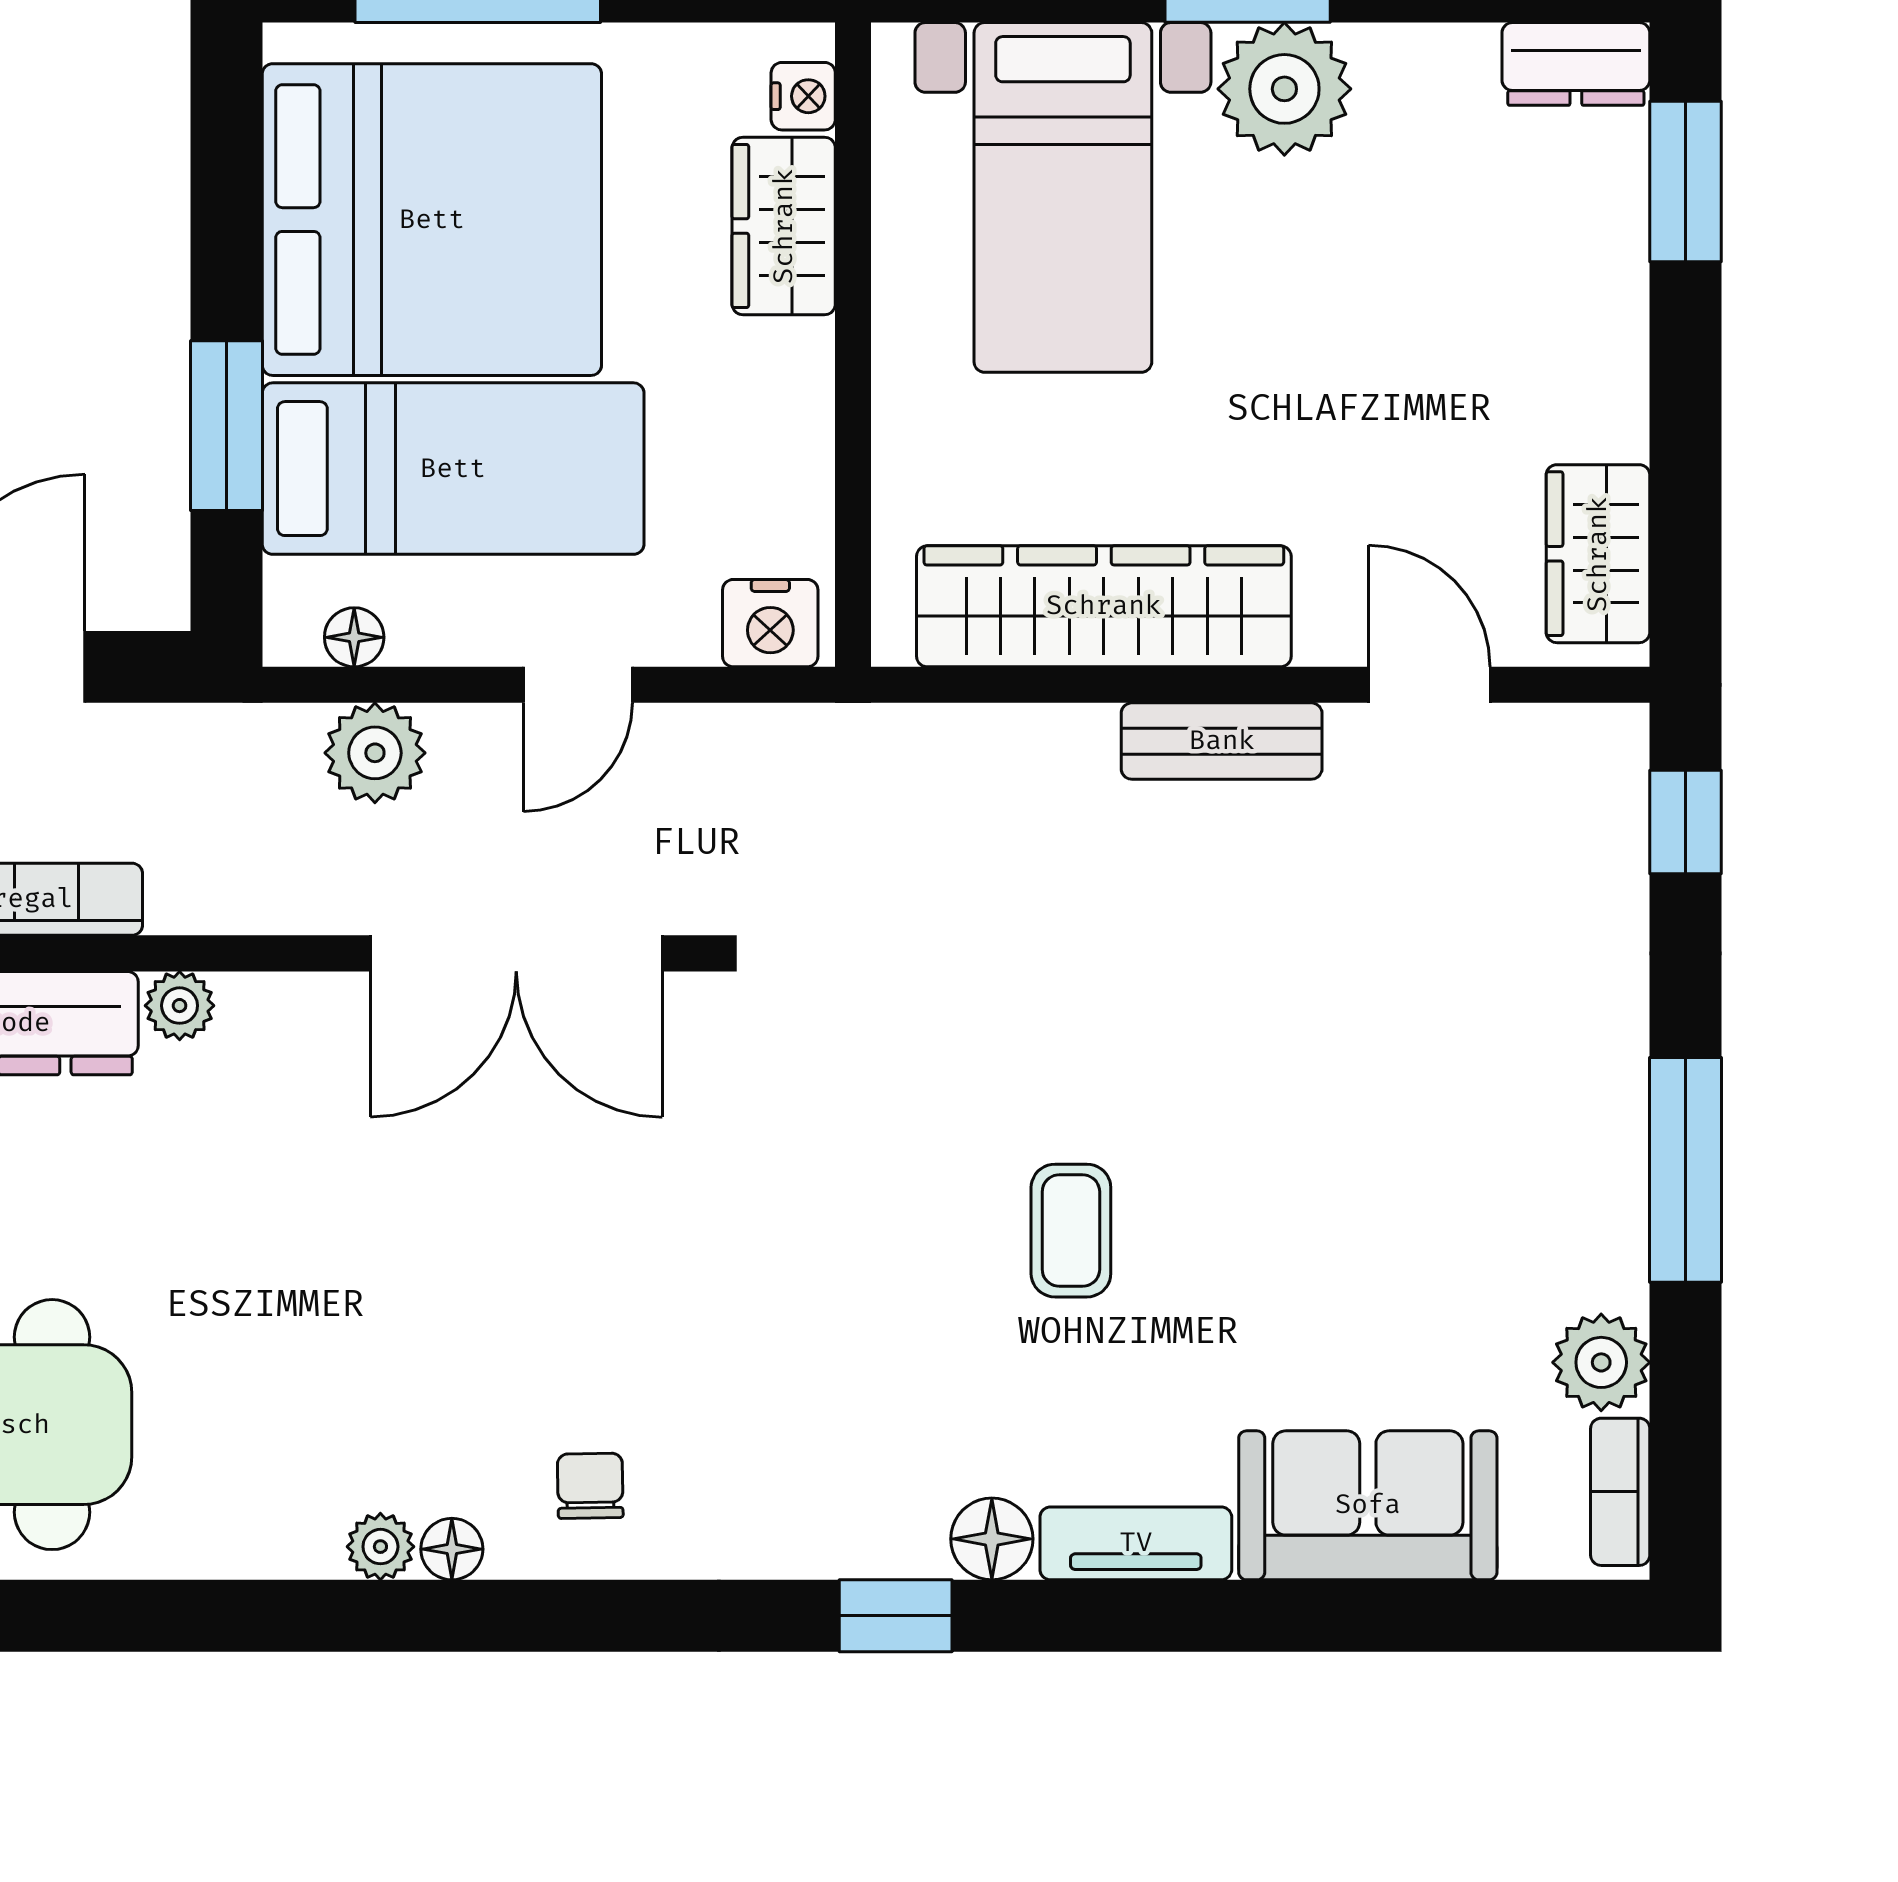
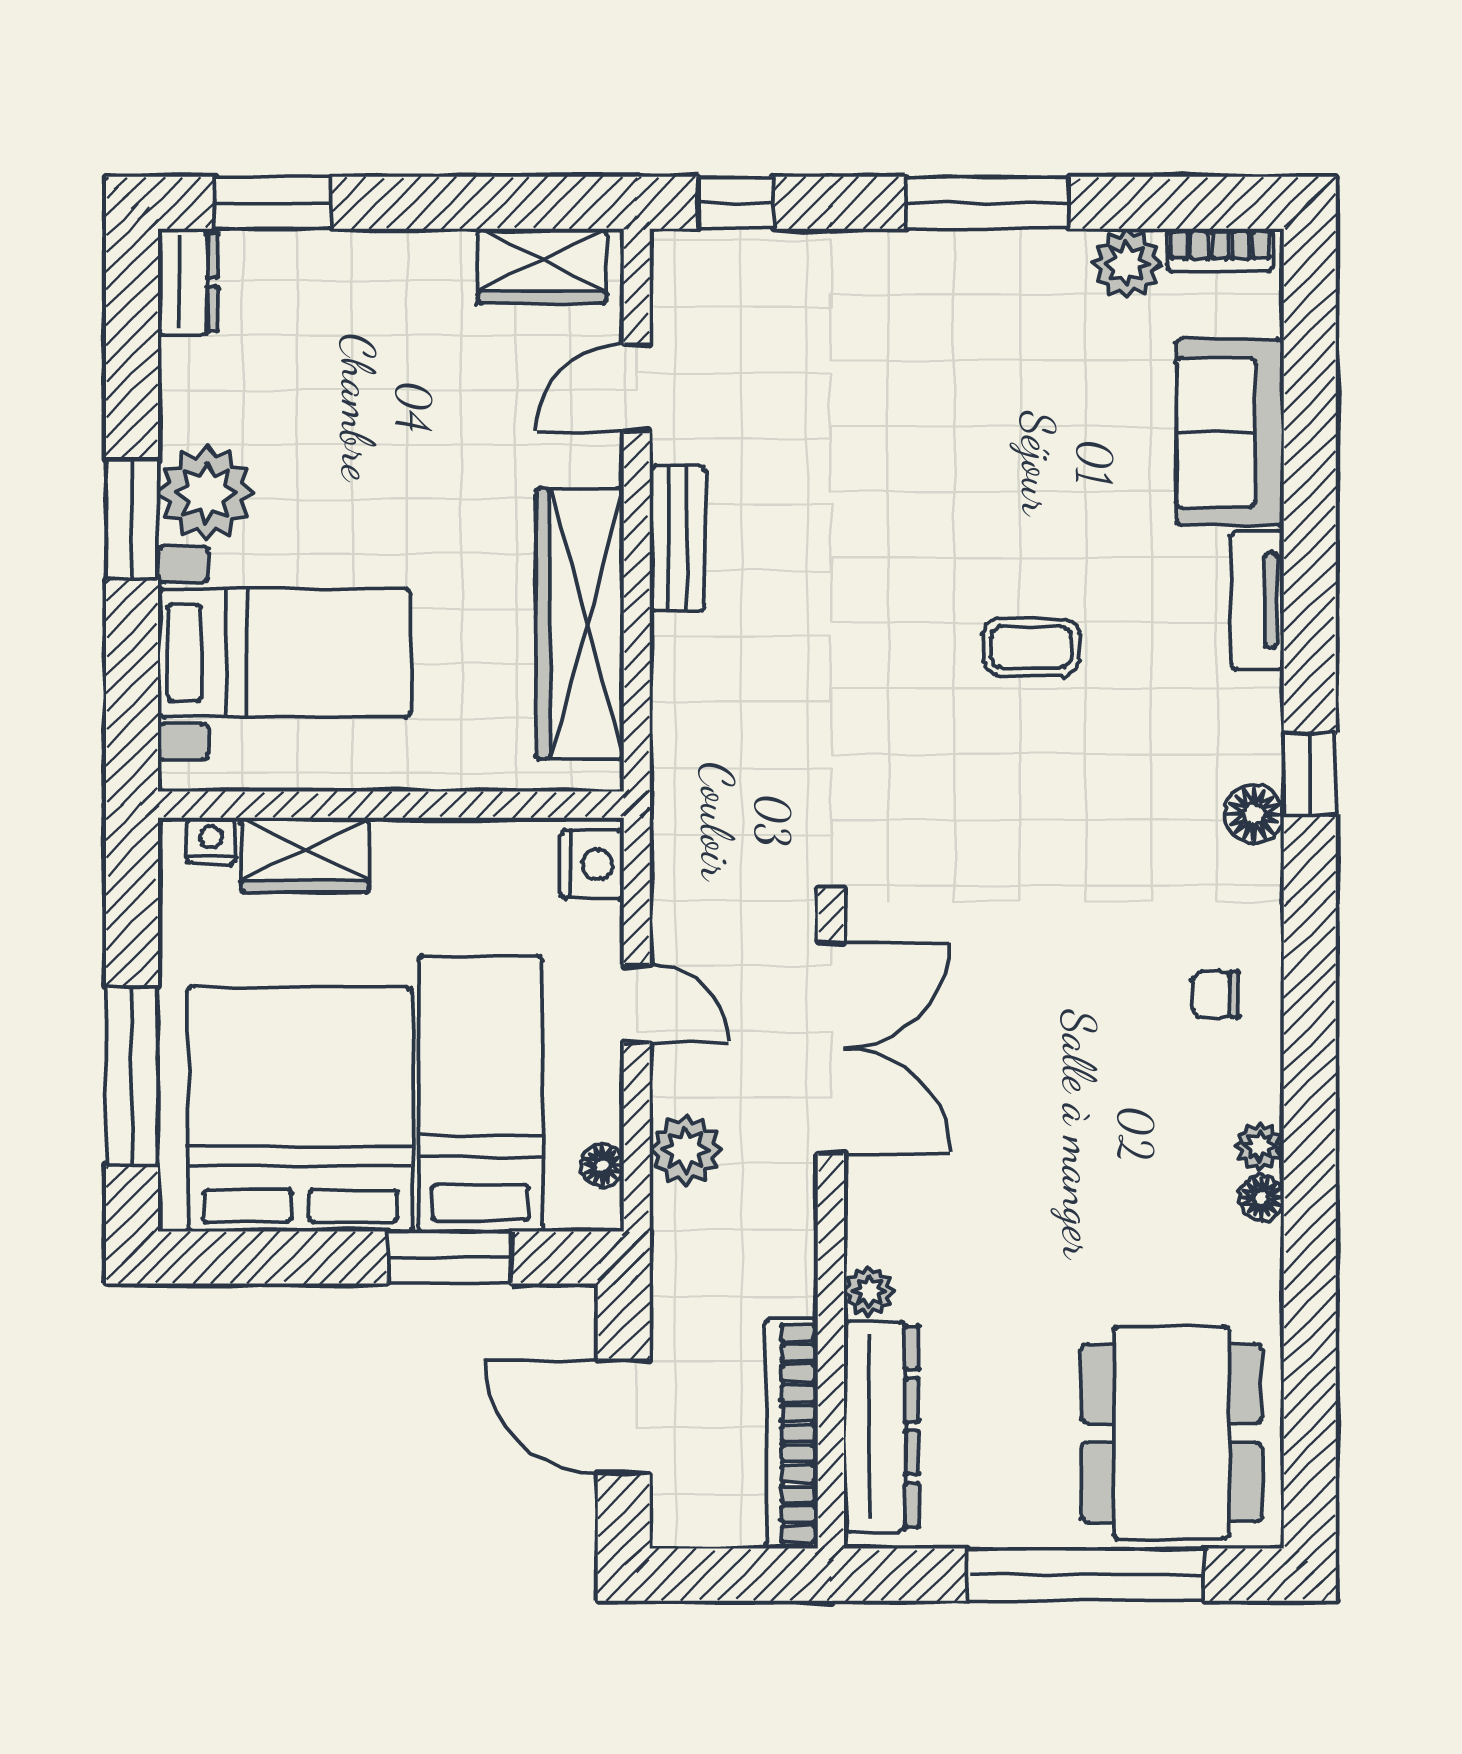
floor lamp: (992, 1539) -> (1254, 814), moved
floor lamp: (452, 1549) -> (1262, 1198), moved

